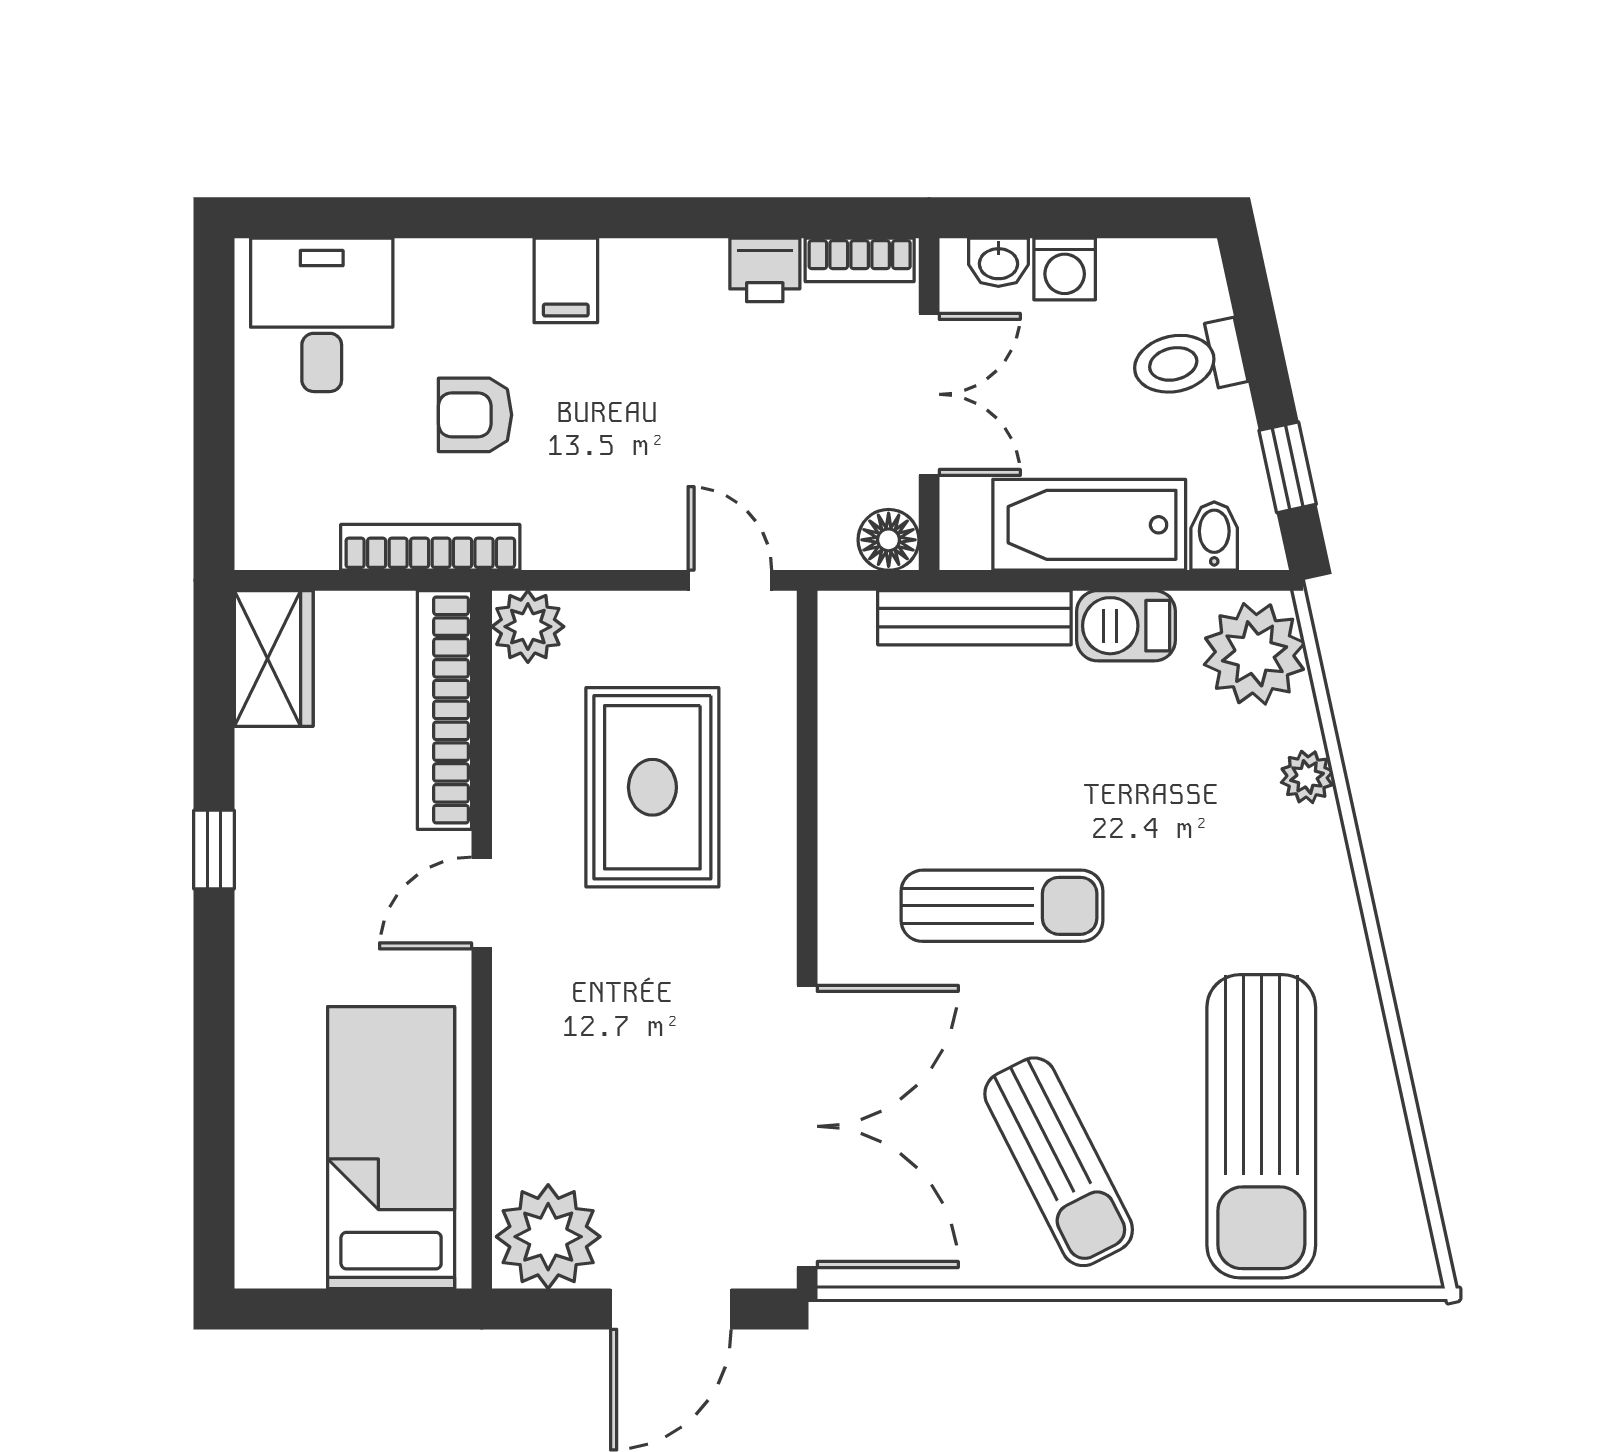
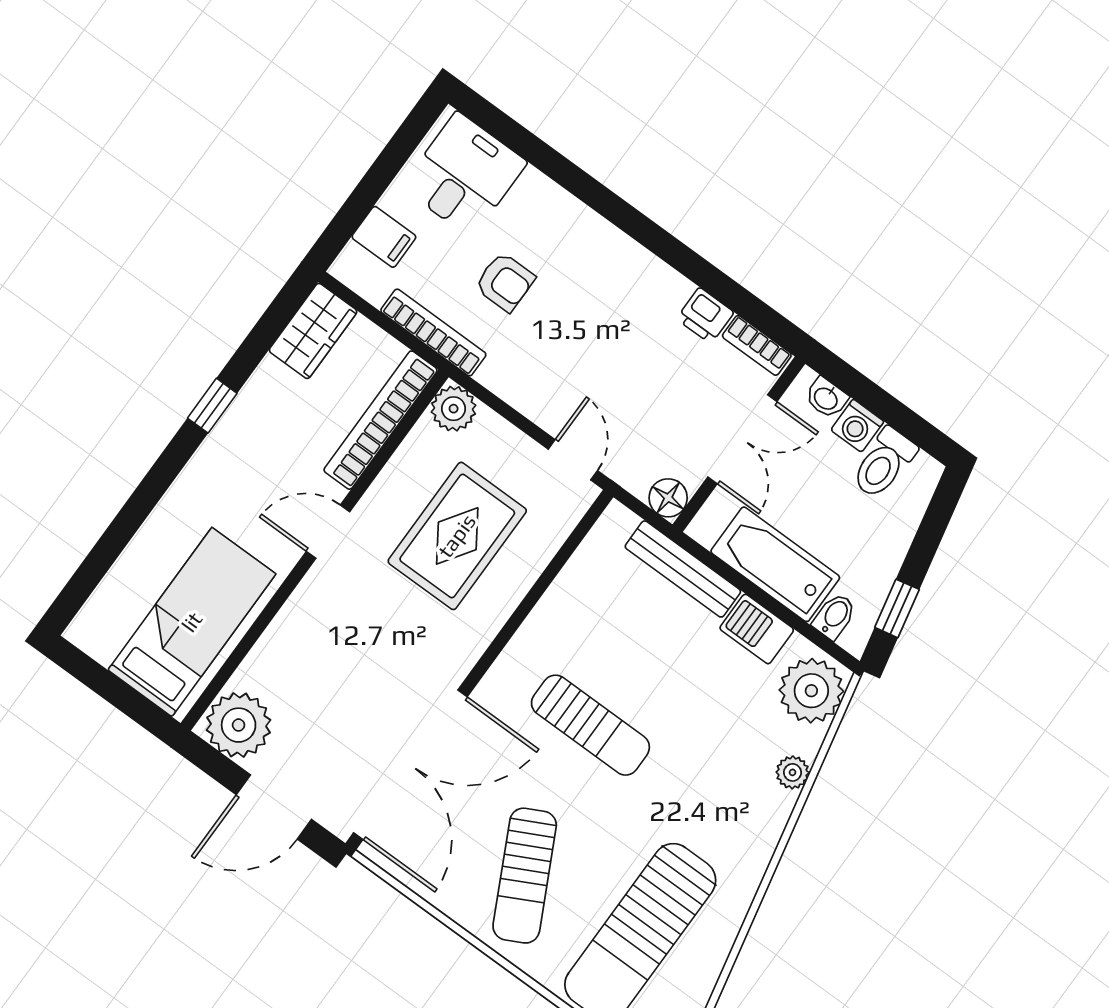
filing cabinet: (566, 280) -> (384, 237), moved, turned -90
toilet: (1188, 361) -> (884, 463), moved, turned -78
armchair: (475, 415) -> (505, 282), turned 180

